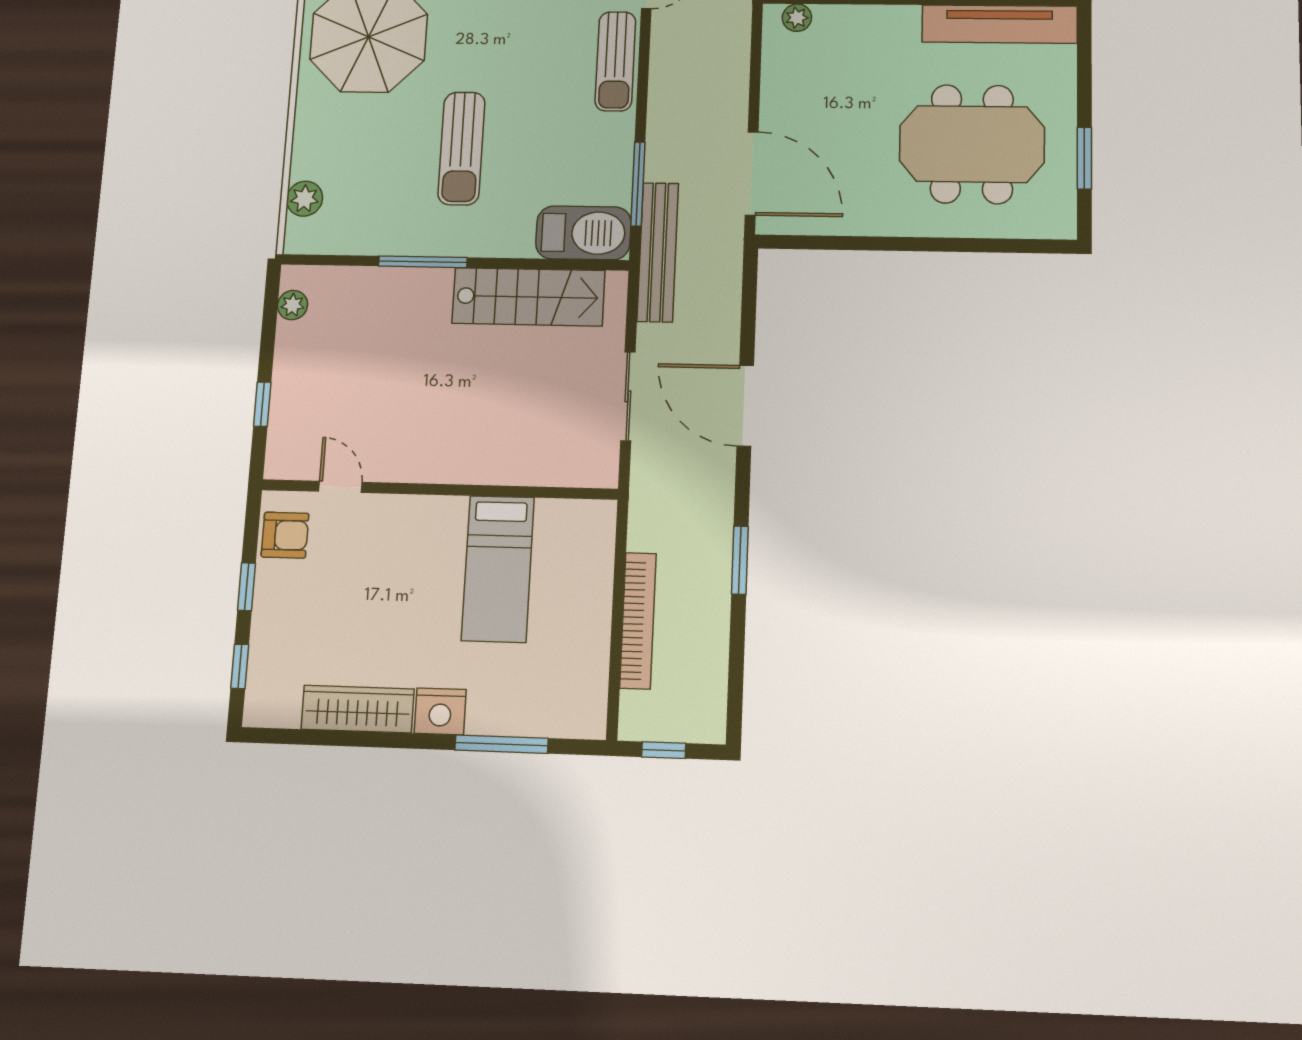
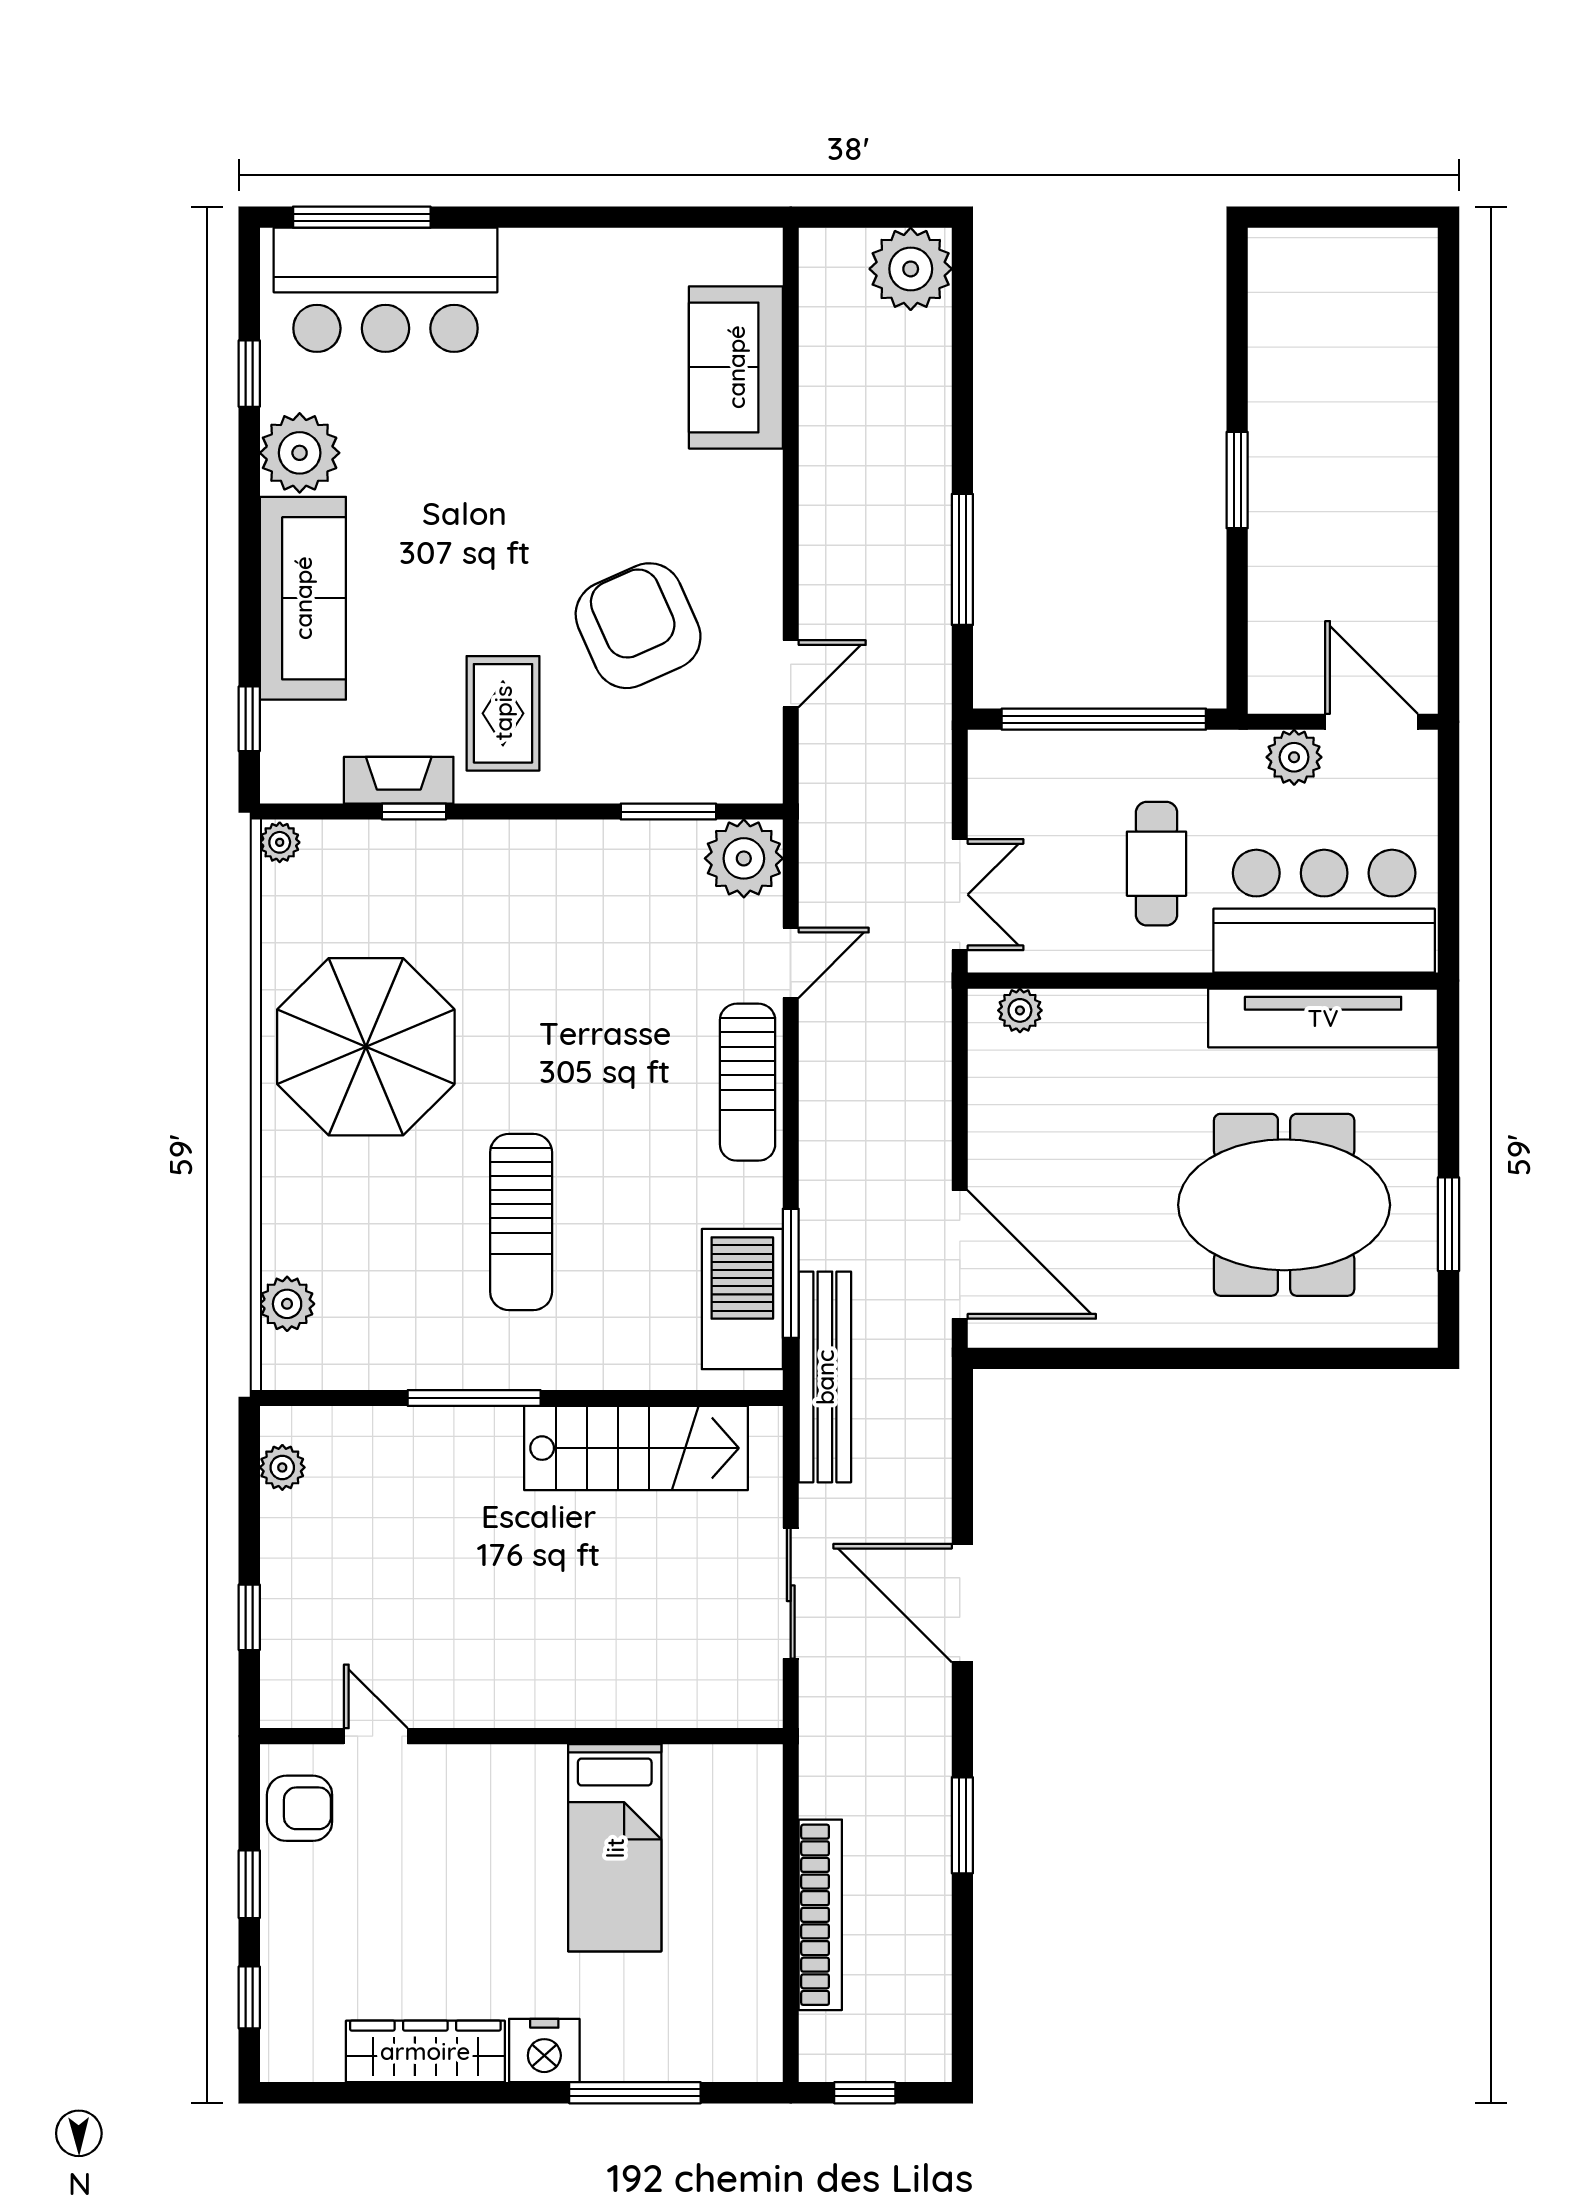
barbecue: (583, 233) -> (742, 1299), moved, turned -90

